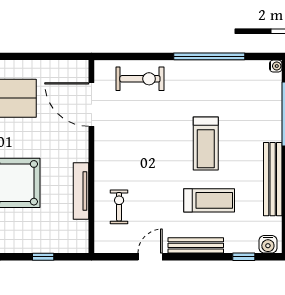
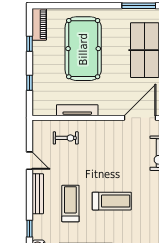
treadmill: (206, 143) -> (112, 201), turned 180
treadmill: (209, 200) -> (70, 203), turned 180

